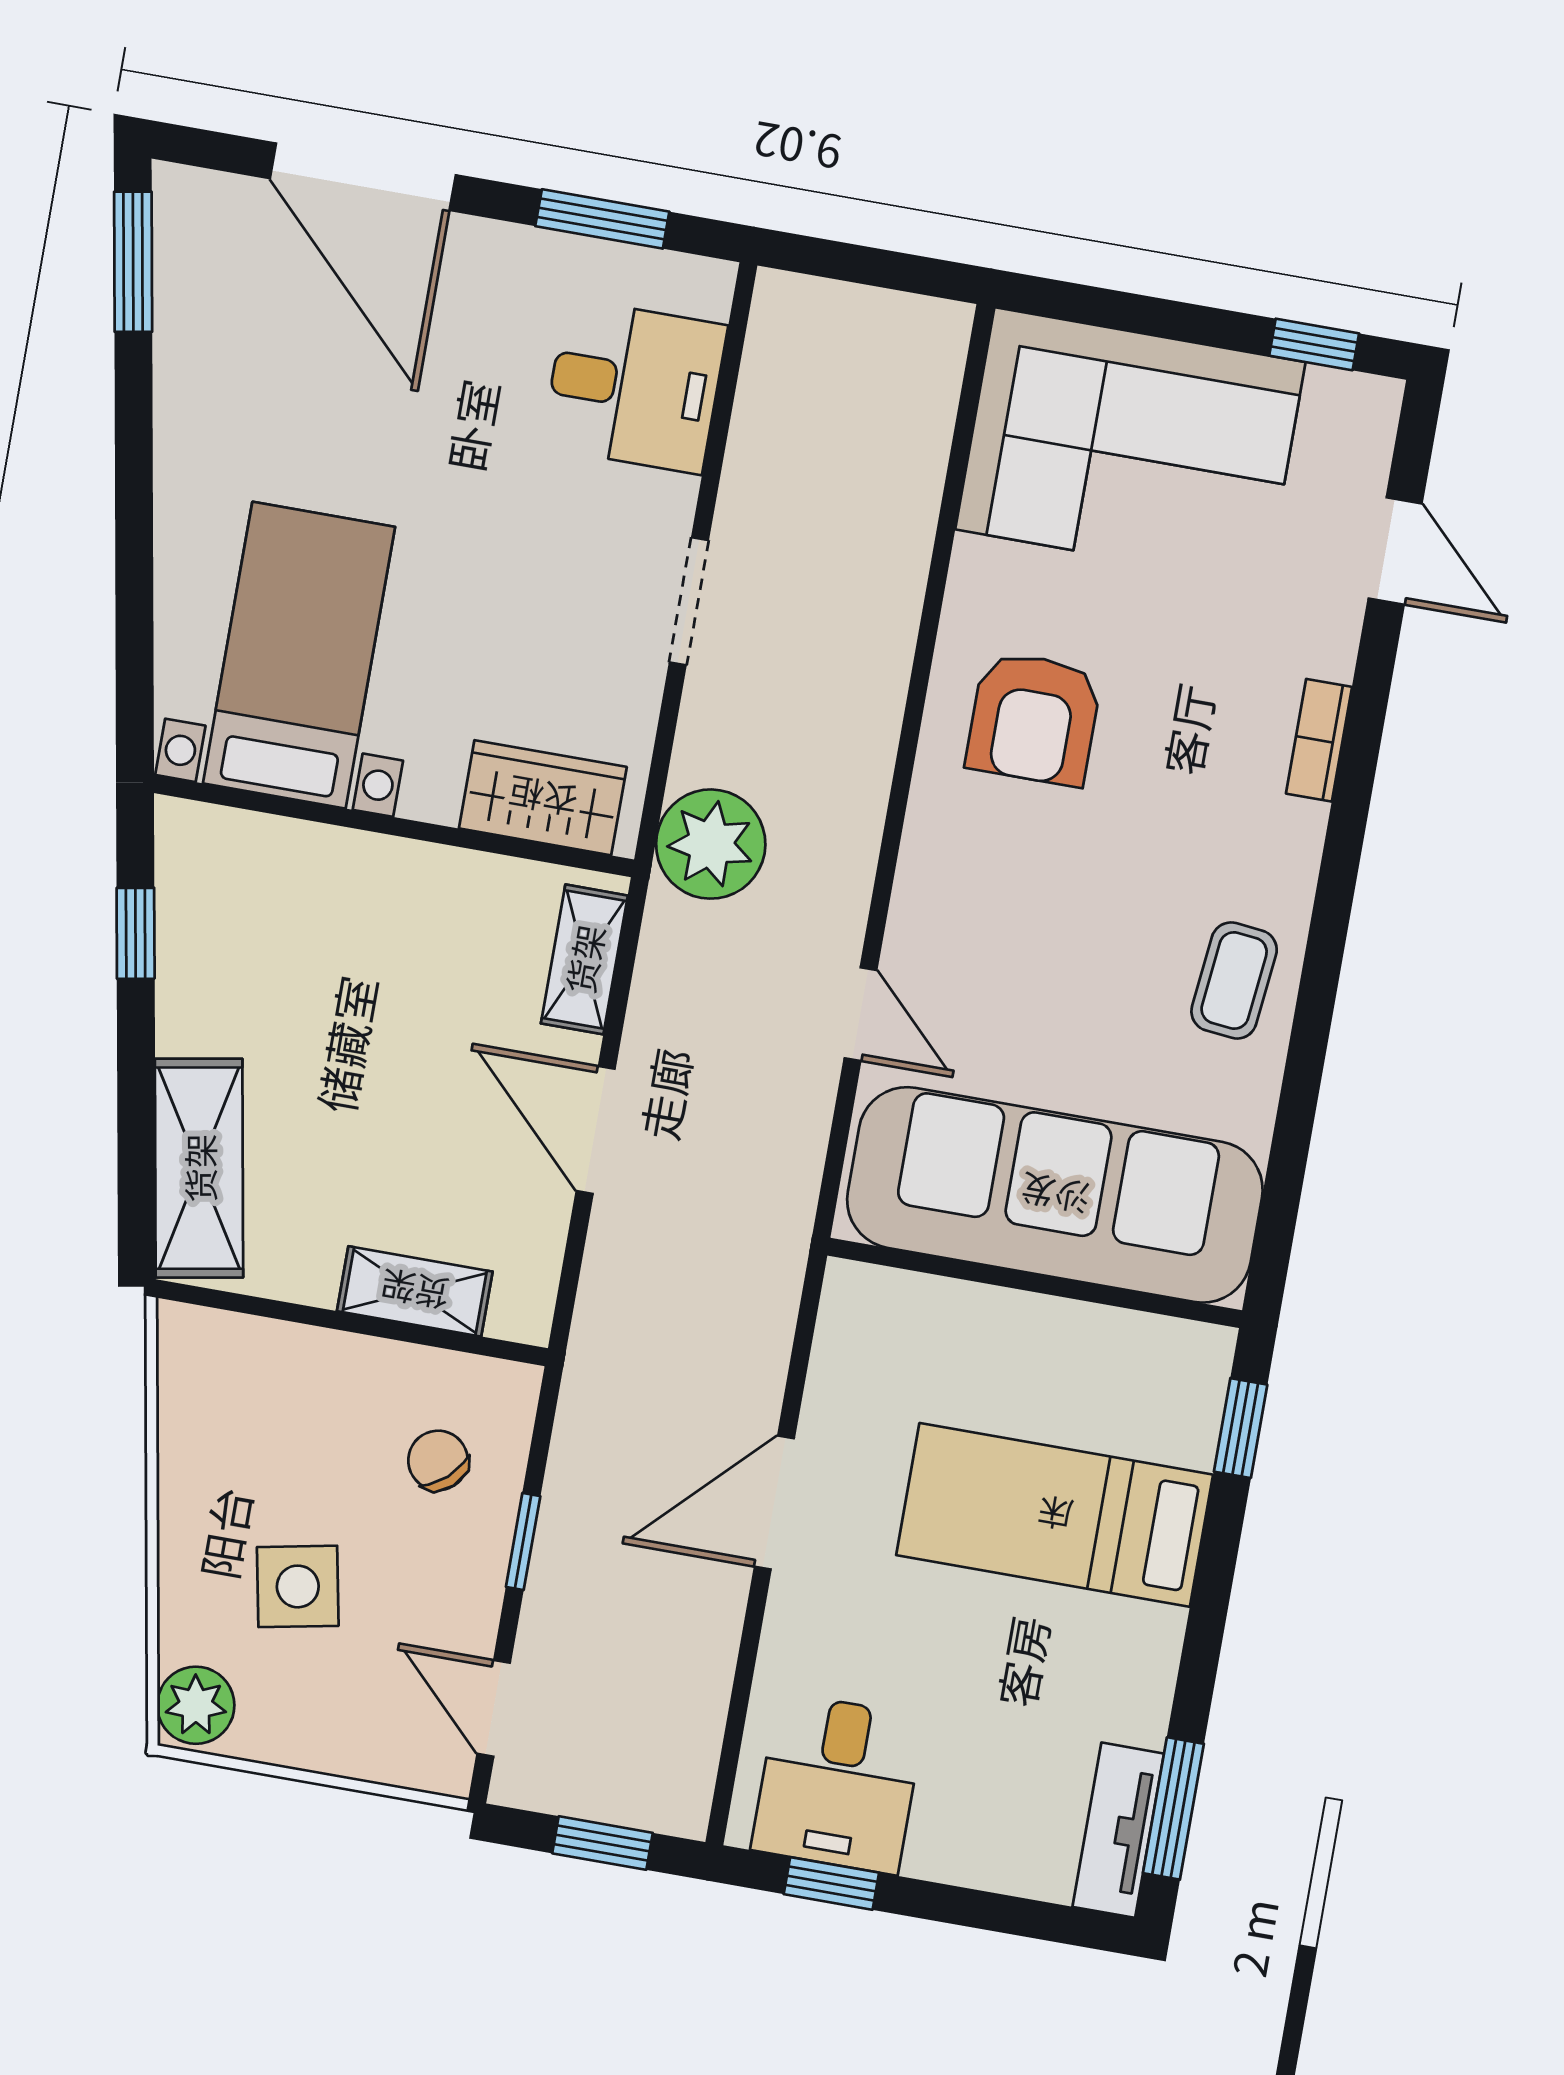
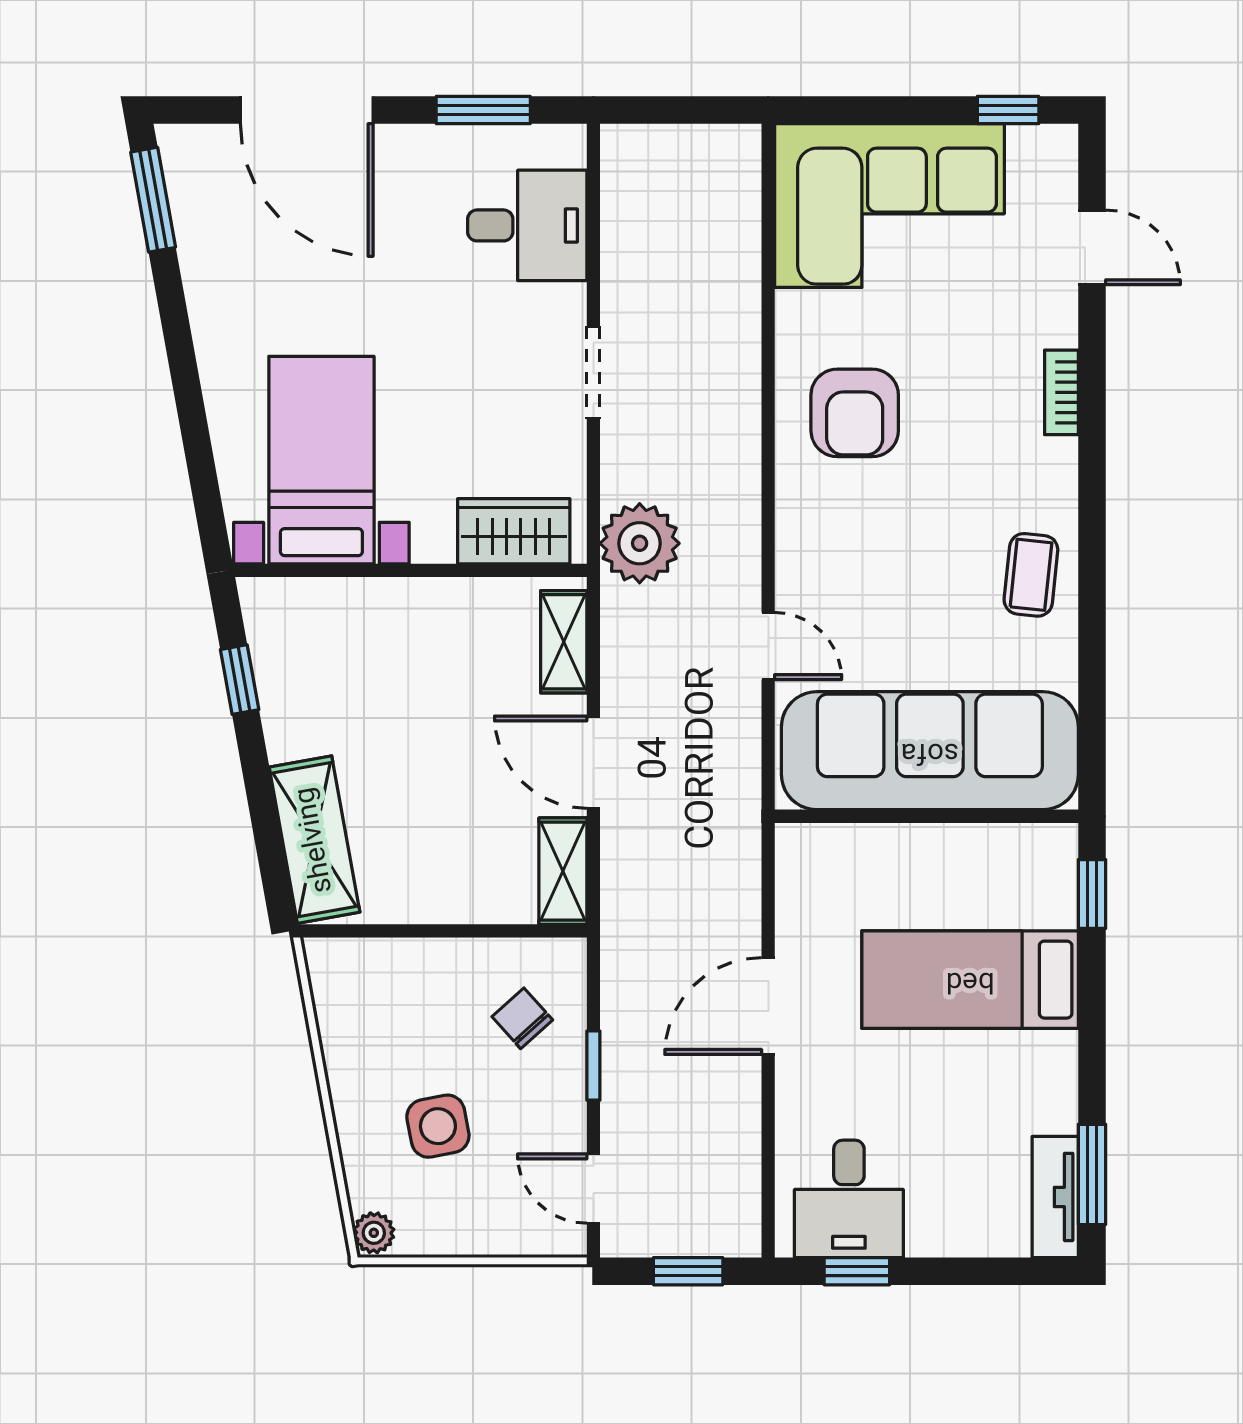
shelving: (415, 1291) -> (563, 871), moved, turned 90
plant: (196, 1705) -> (374, 1233), width x0.73, depth x0.73

